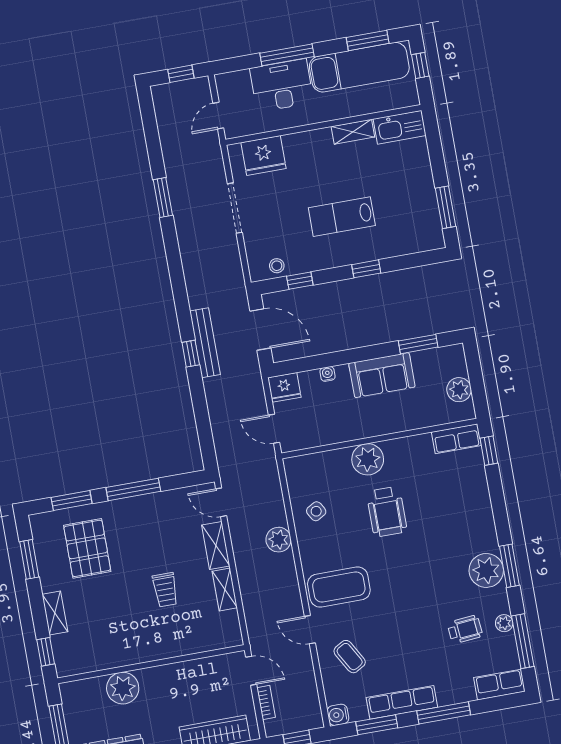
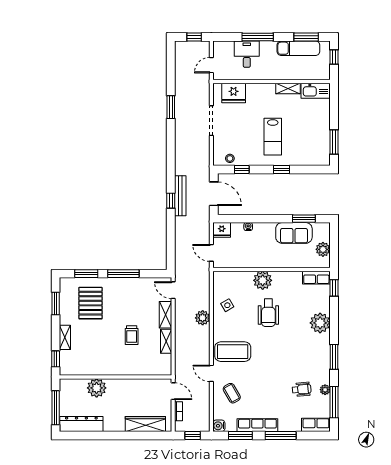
exam couch: (359, 67) -> (298, 48), width x0.73, depth x0.69
desk: (282, 85) -> (247, 54), width x0.73
lab bench: (342, 217) -> (273, 137), turned -90
sofa: (382, 375) -> (294, 233), moved
plant: (486, 570) -> (320, 323), moved

